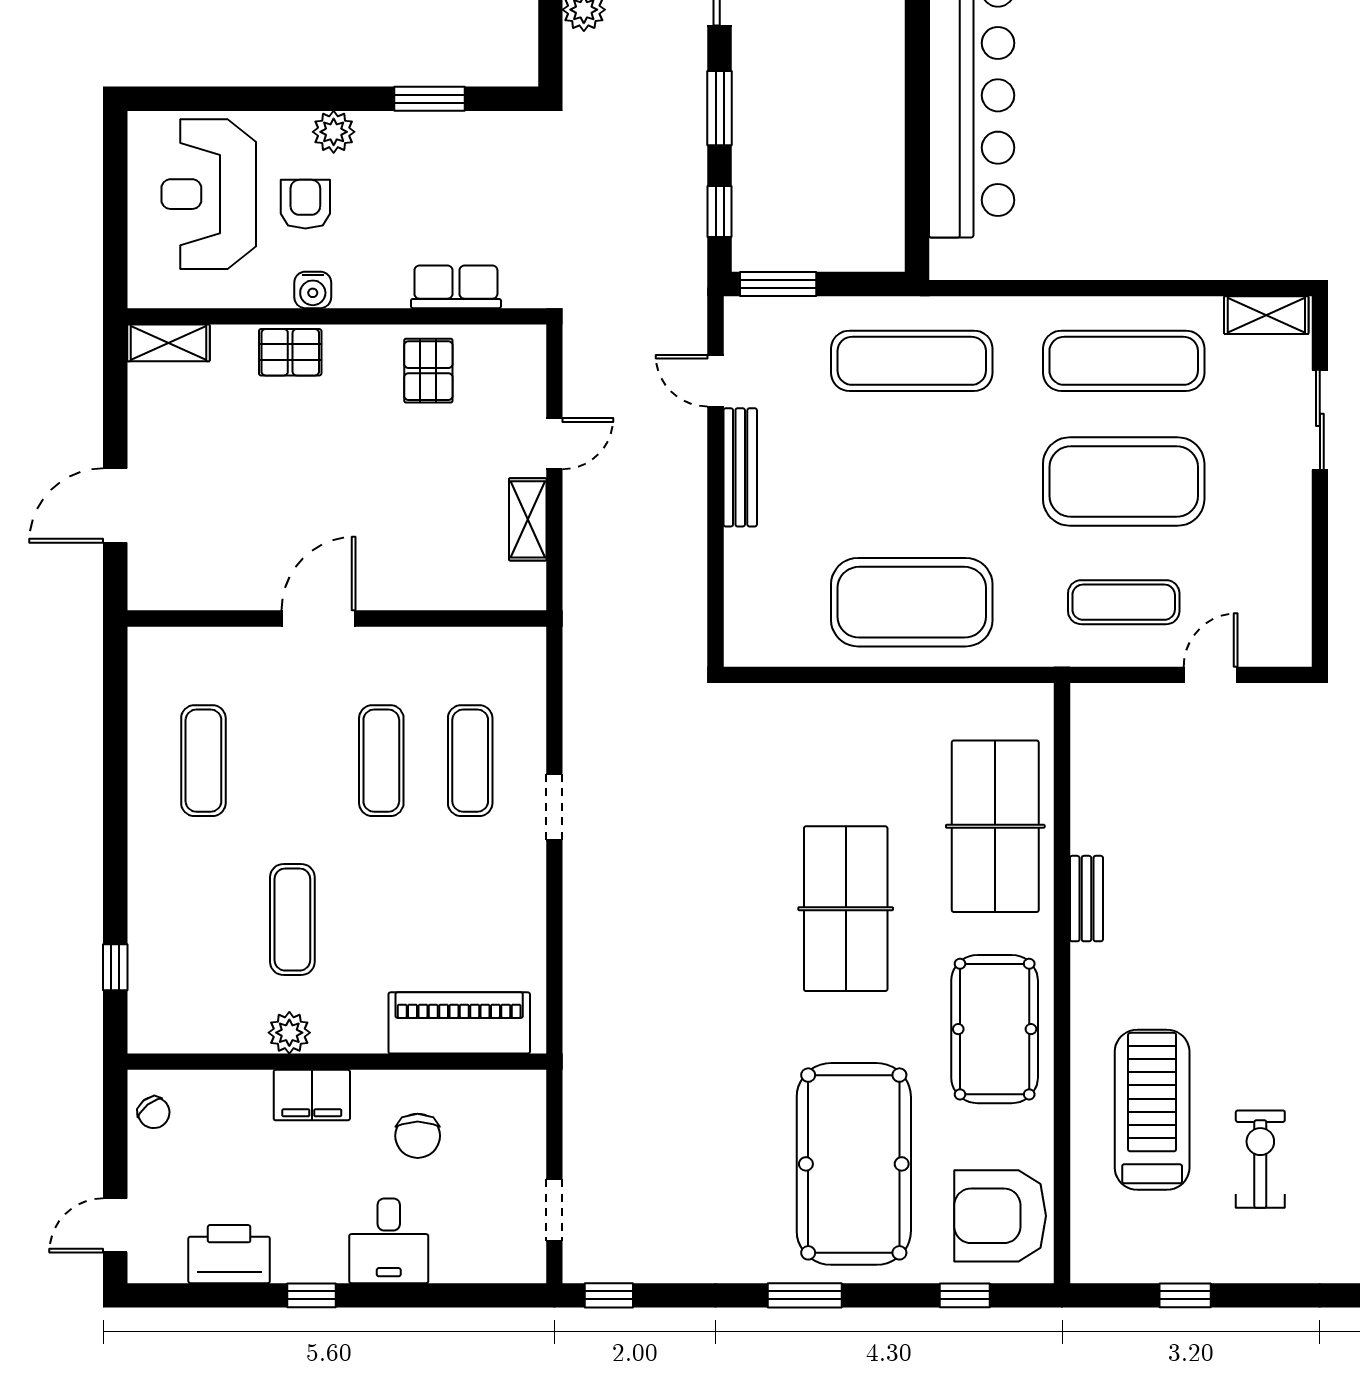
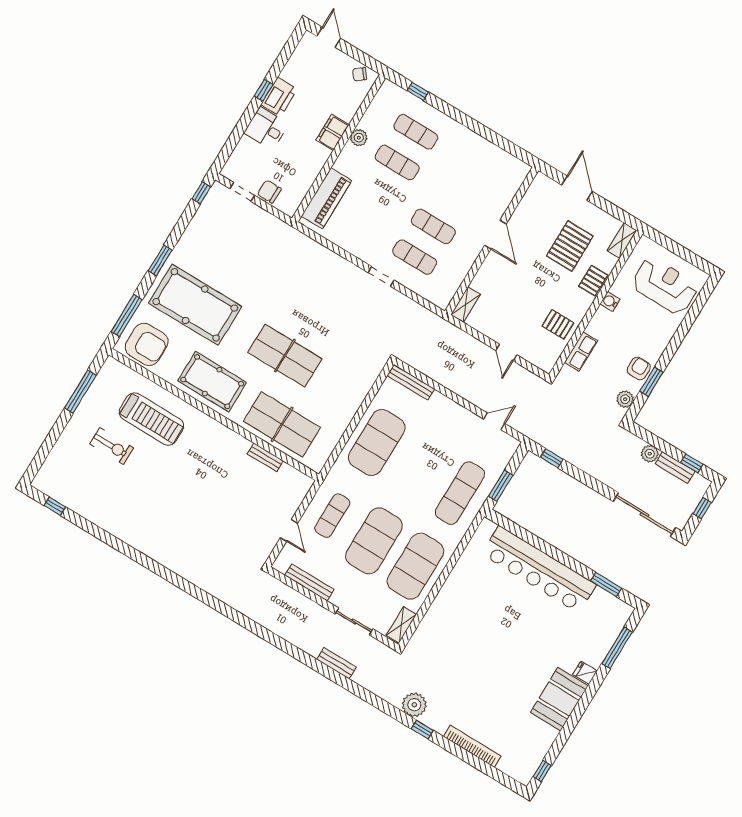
window: (720, 108) -> (587, 480), removed
plant: (334, 132) -> (625, 399), moved
armchair: (305, 204) -> (639, 368), moved, turned -90
window: (778, 284) -> (501, 486), moved
exercise mat: (1124, 361) -> (416, 566), width x1.47
pallet: (247, 446) -> (570, 246), added
bench: (740, 467) -> (411, 382), moved
shelving: (528, 519) -> (466, 304), moved, turned 90
bench: (1295, 565) -> (309, 582), added
exercise mat: (203, 761) -> (416, 132), moved
bench: (1086, 899) -> (265, 457), moved
chair: (418, 1136) -> (269, 192), moved
armchair: (1000, 1216) -> (147, 344), turned 90
printer: (229, 1254) -> (279, 97), moved
window: (965, 1295) -> (127, 316), width x2.17
window: (1185, 1295) -> (80, 391), width x2.17

